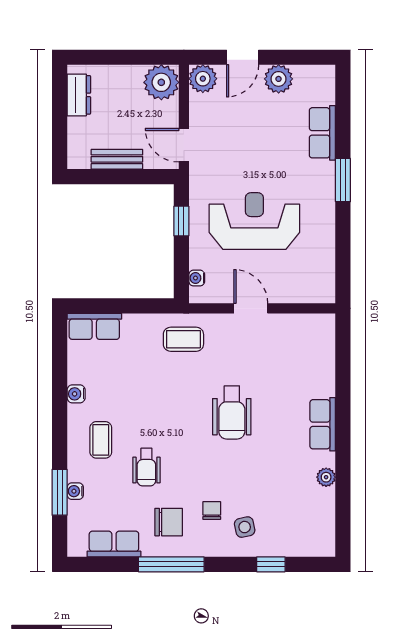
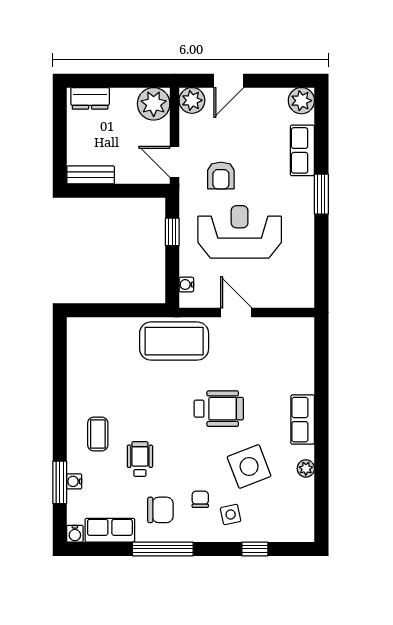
plant: (279, 79) -> (301, 101), moved
dresser: (79, 95) -> (90, 98), moved, turned 90
bench: (117, 159) -> (91, 175), moved
armchair: (234, 160) -> (221, 175), added
row of seats: (94, 326) -> (92, 329), removed
coffee table: (183, 339) -> (174, 341), width x1.86, depth x1.72
water cooler: (76, 394) -> (75, 534), moved, turned -90
wheelchair: (232, 412) -> (219, 409), turned -90
wheelchair: (146, 467) -> (140, 459), turned 180
side table: (265, 475) -> (249, 466), added

